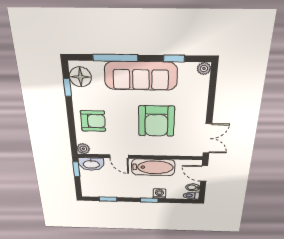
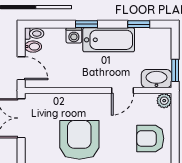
door: (119, 157) -> (123, 91), swing flipped
bathtub: (153, 167) -> (109, 40), moved, turned 180

